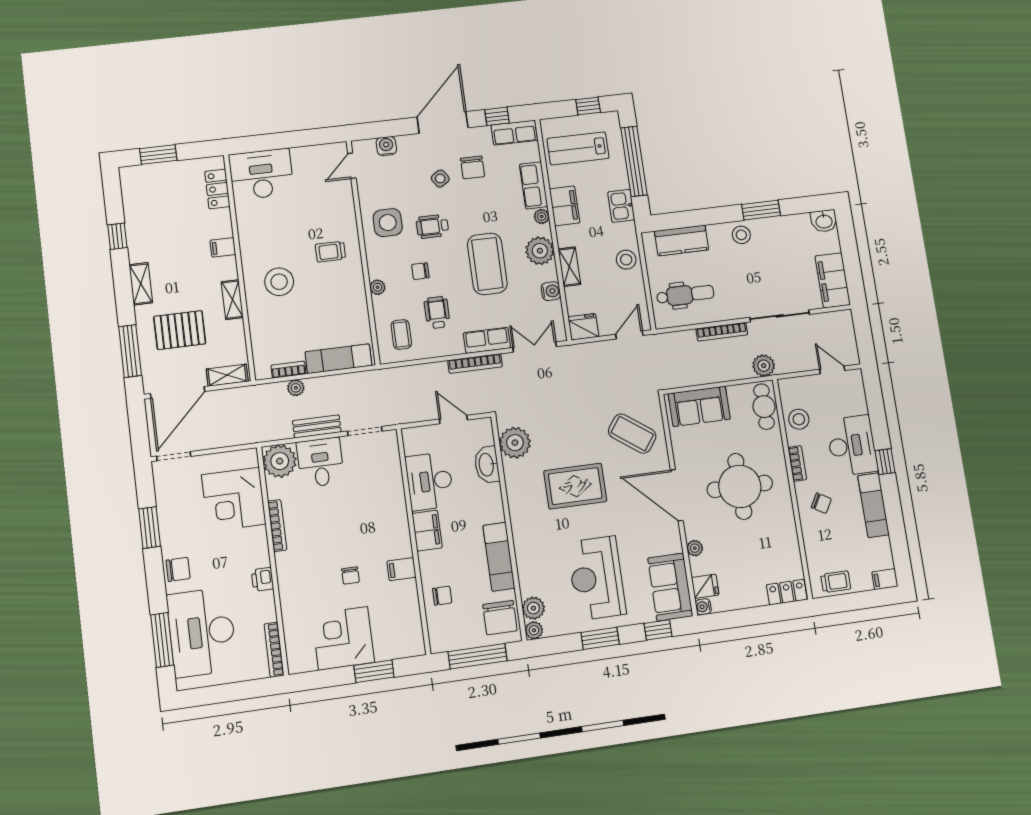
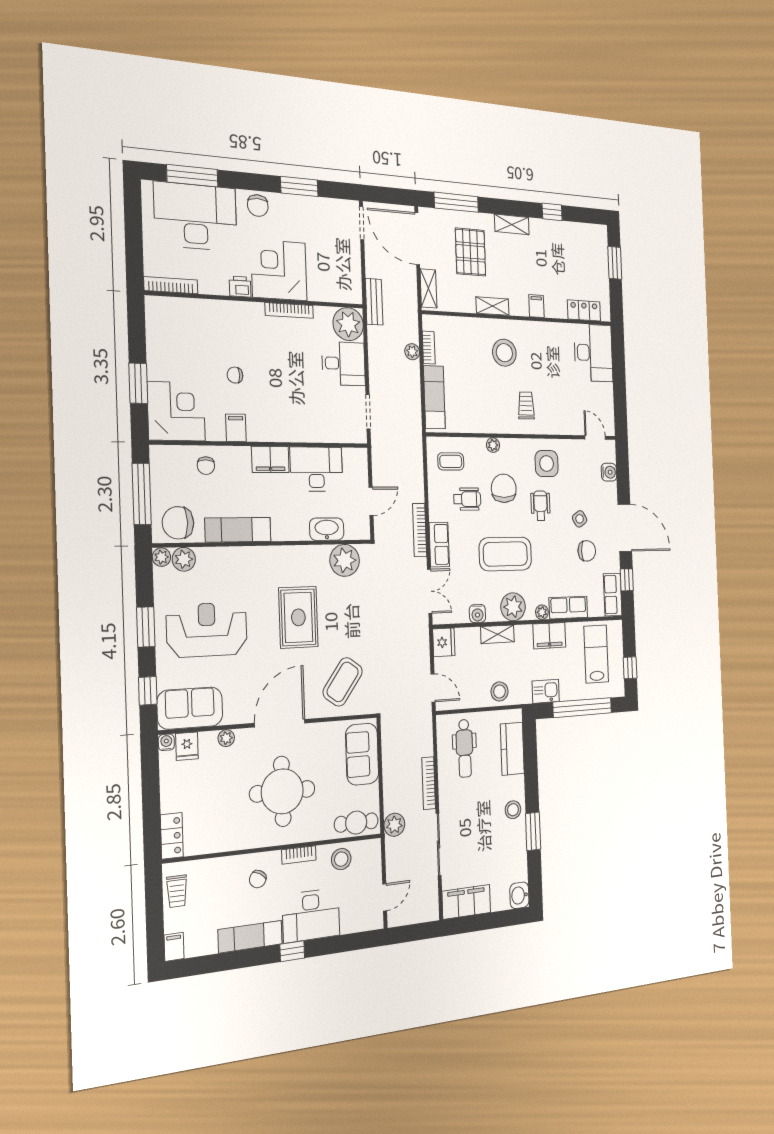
chair: (473, 167) -> (587, 551), turned 180
chair: (420, 271) -> (504, 488), width x1.87, depth x1.87
bench: (317, 426) -> (374, 302), moved
corner desk: (234, 499) -> (279, 270), moved
corner desk: (343, 638) -> (176, 411), moved

